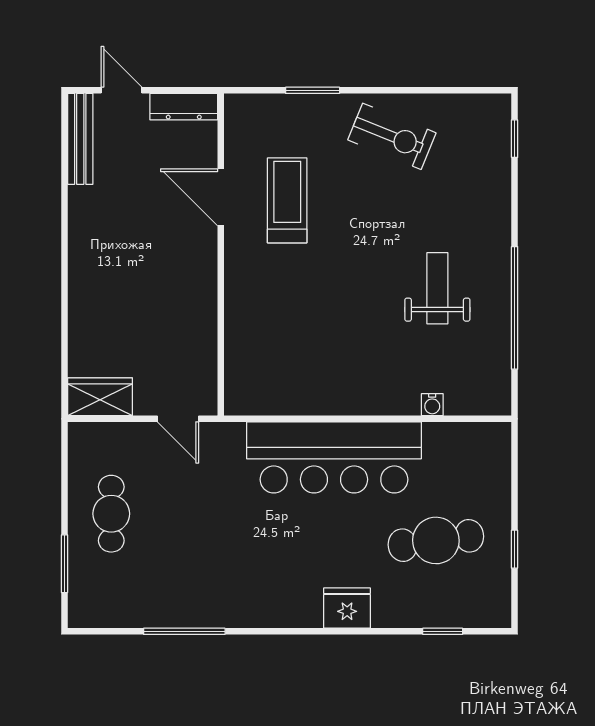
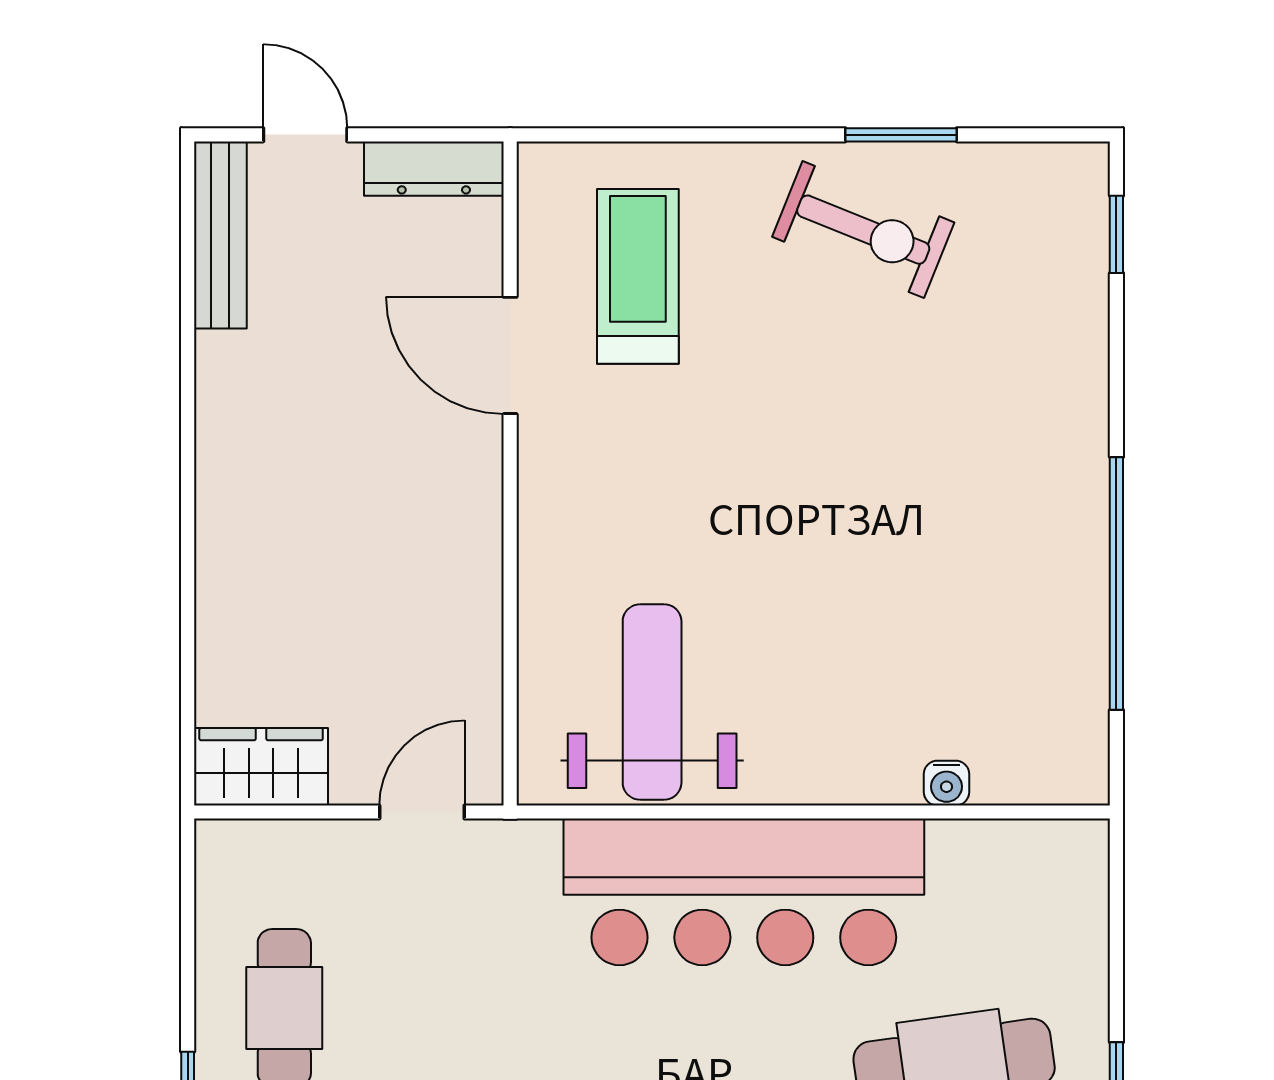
window: (313, 90) -> (901, 135), moved
treadmill: (287, 200) -> (638, 276), moved
weight bench: (437, 288) -> (652, 702), moved, width x1.36, depth x1.33
door: (178, 419) -> (422, 812), swing flipped

